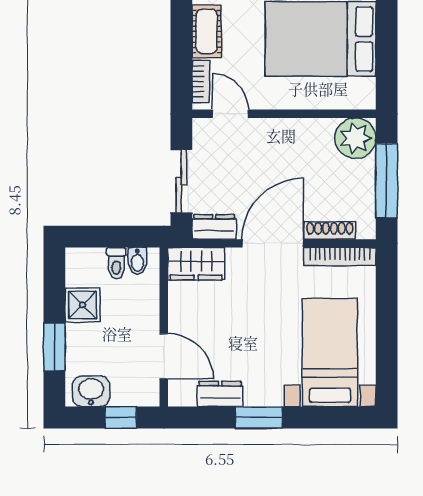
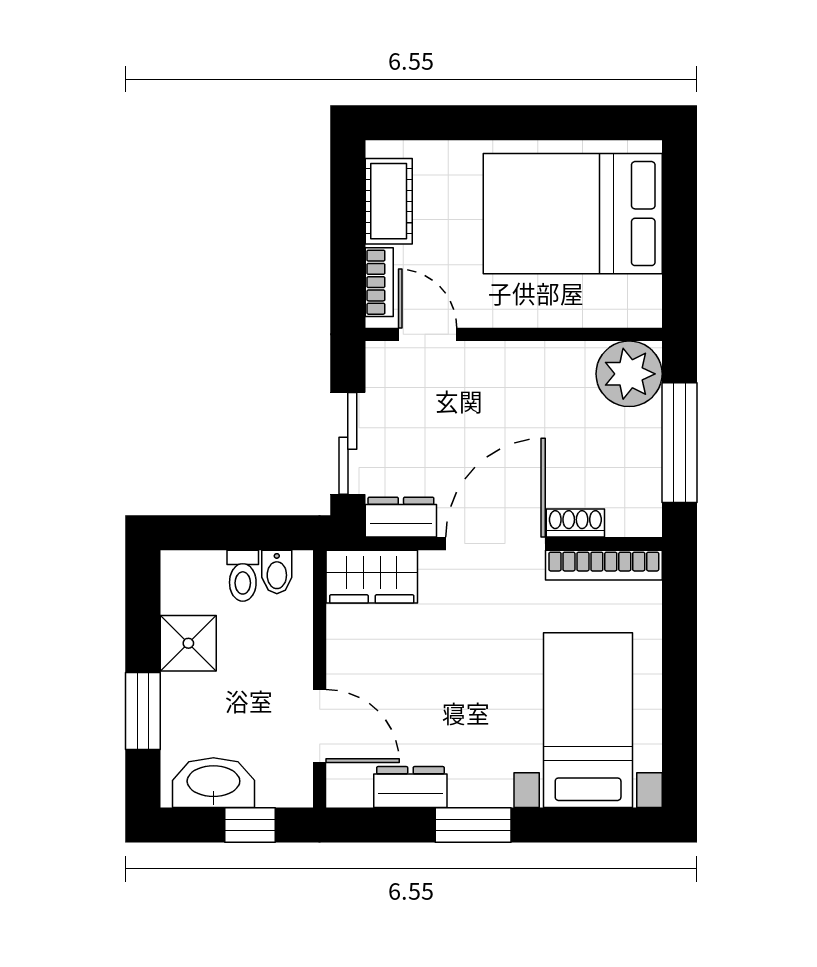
shoe rack: (330, 231) -> (575, 523), width x0.70
washbasin: (91, 391) -> (213, 783), width x1.38

